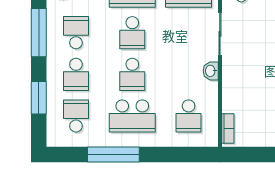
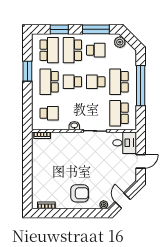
school desk: (76, 74) -> (72, 50), width x1.85
school desk: (76, 116) -> (49, 50), width x1.85
school desk: (189, 116) -> (49, 113), turned 180
window: (113, 155) -> (27, 71), width x0.69

